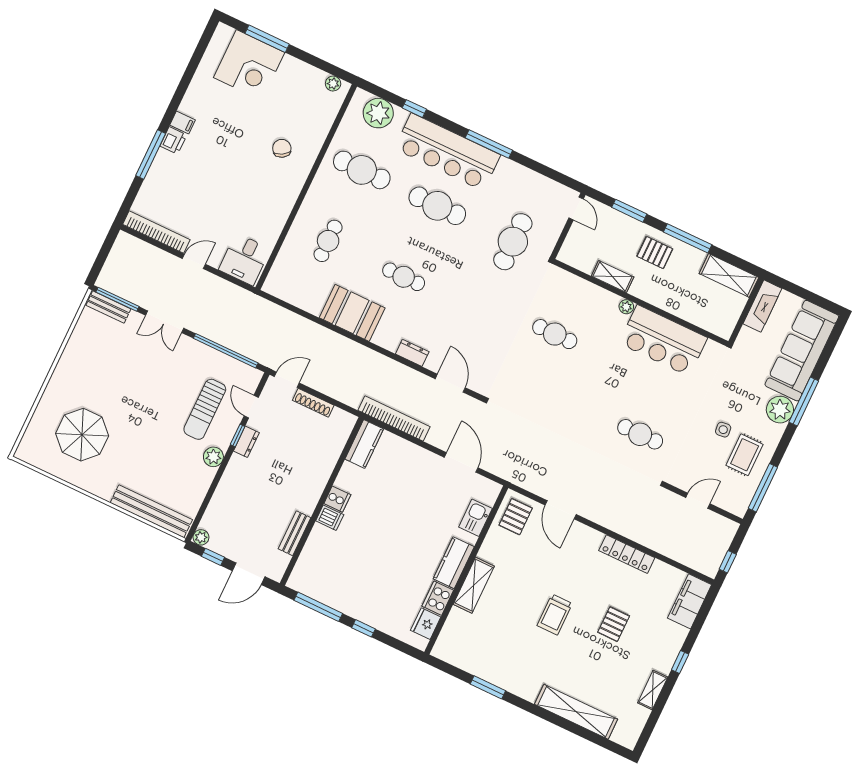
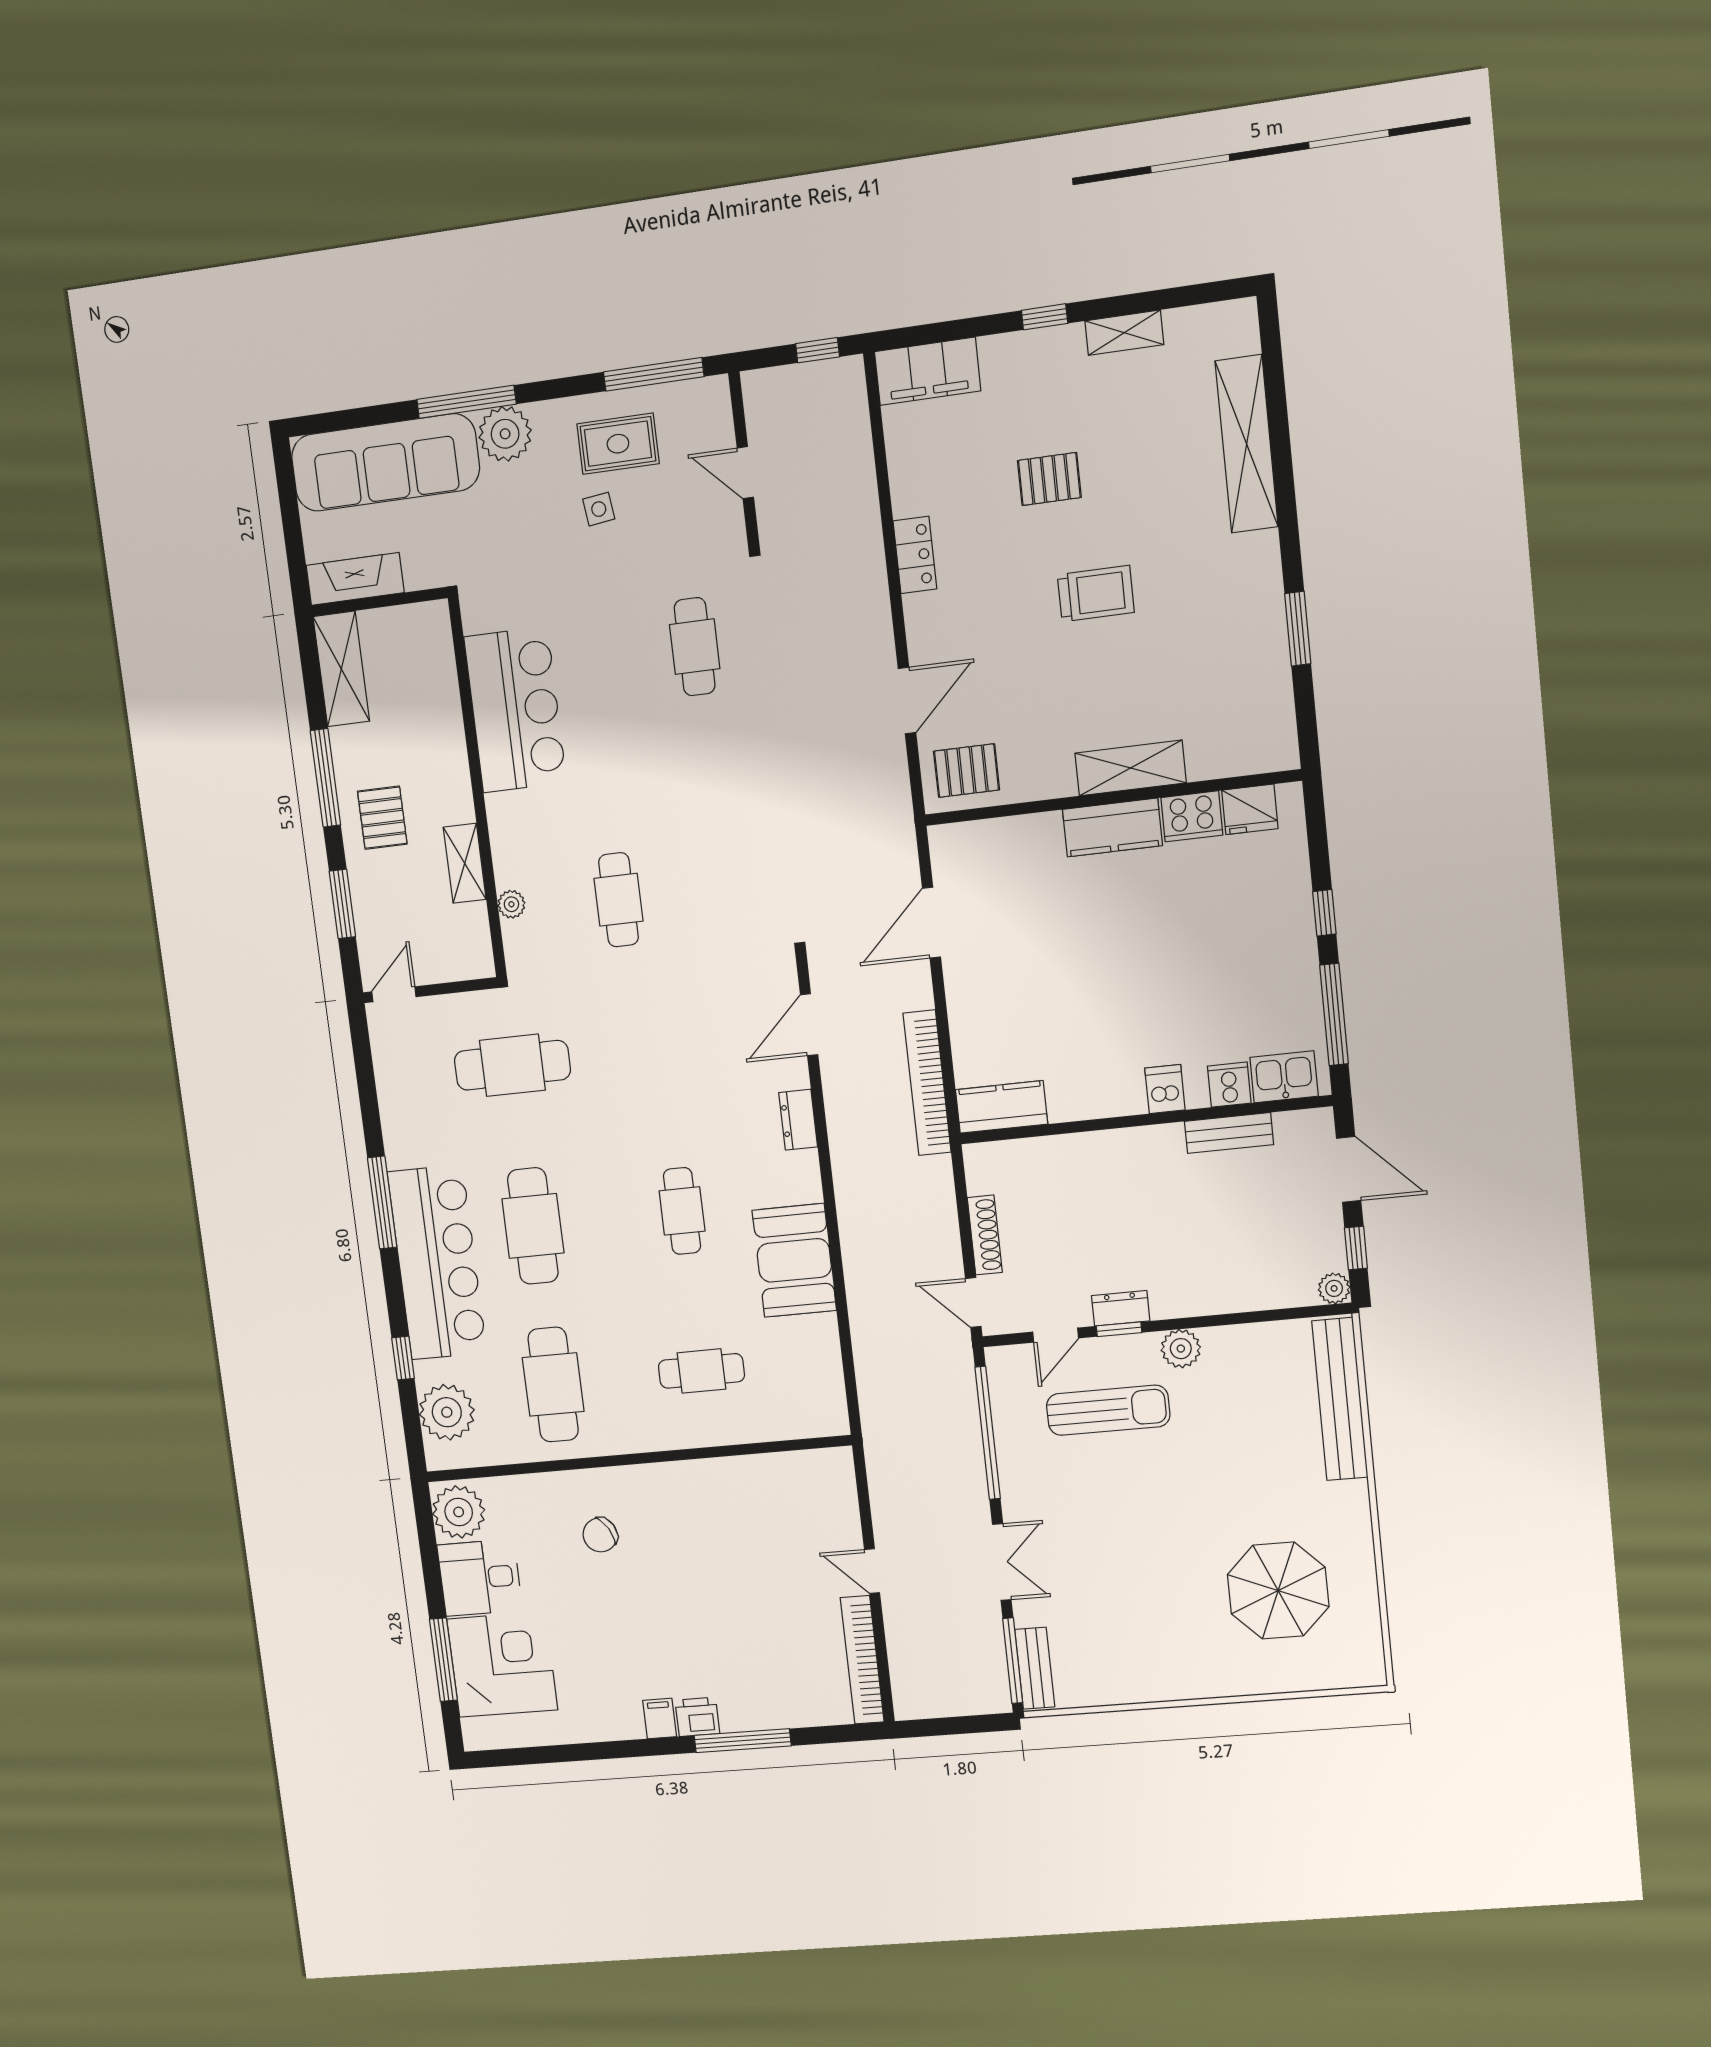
plant: (333, 84) -> (459, 1512), width x1.87, depth x1.87
desk: (244, 259) -> (480, 1578), moved, turned 180
plant: (626, 307) -> (511, 904), moved
cooker: (337, 499) -> (1229, 1085), moved
kitchen sink: (475, 518) -> (1284, 1077), moved, turned 180
locker: (627, 554) -> (915, 555), width x0.66

